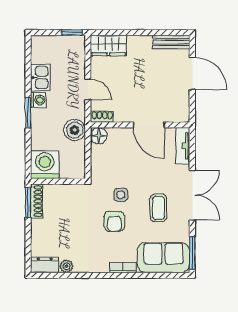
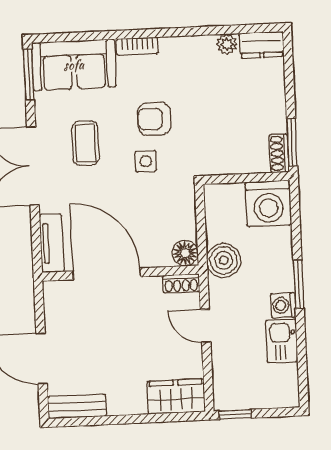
door: (149, 125) -> (107, 274), width x1.36
shoe rack: (36, 201) -> (279, 153), width x0.70
armchair: (114, 221) -> (154, 119), turned -90

